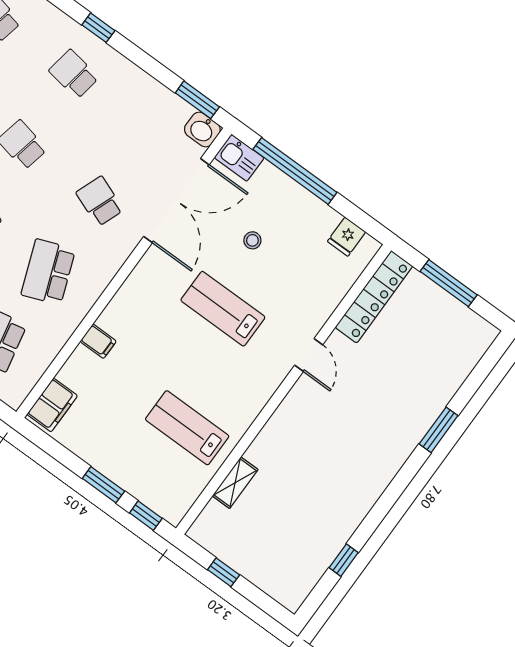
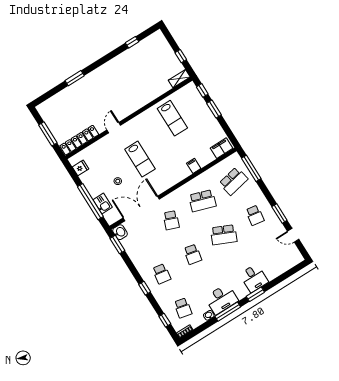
kitchen sink: (239, 158) -> (103, 204), moved
school desk: (48, 272) -> (202, 201), turned 39
shelving: (235, 483) -> (179, 79), moved

